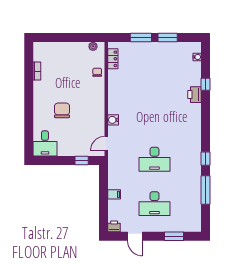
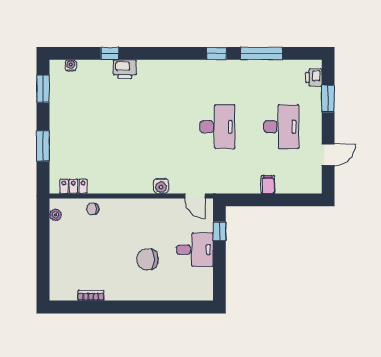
window: (168, 38) -> (43, 89), moved
desk: (45, 143) -> (195, 250), moved
printer: (114, 226) -> (314, 77), moved

